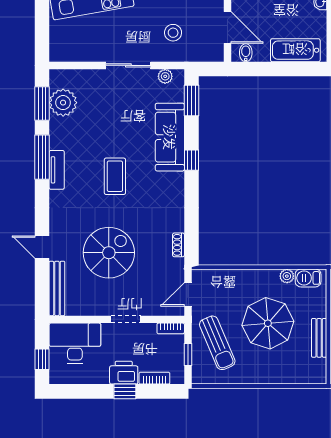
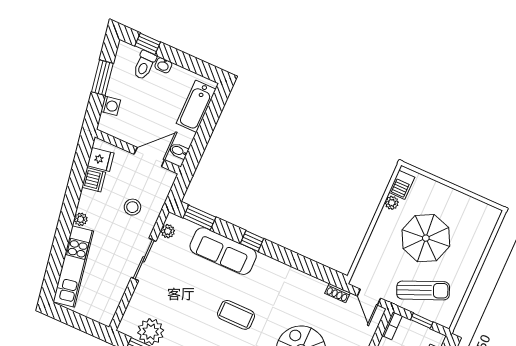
shoe rack: (179, 245) -> (337, 293), moved
bench: (319, 338) -> (459, 199), removed

